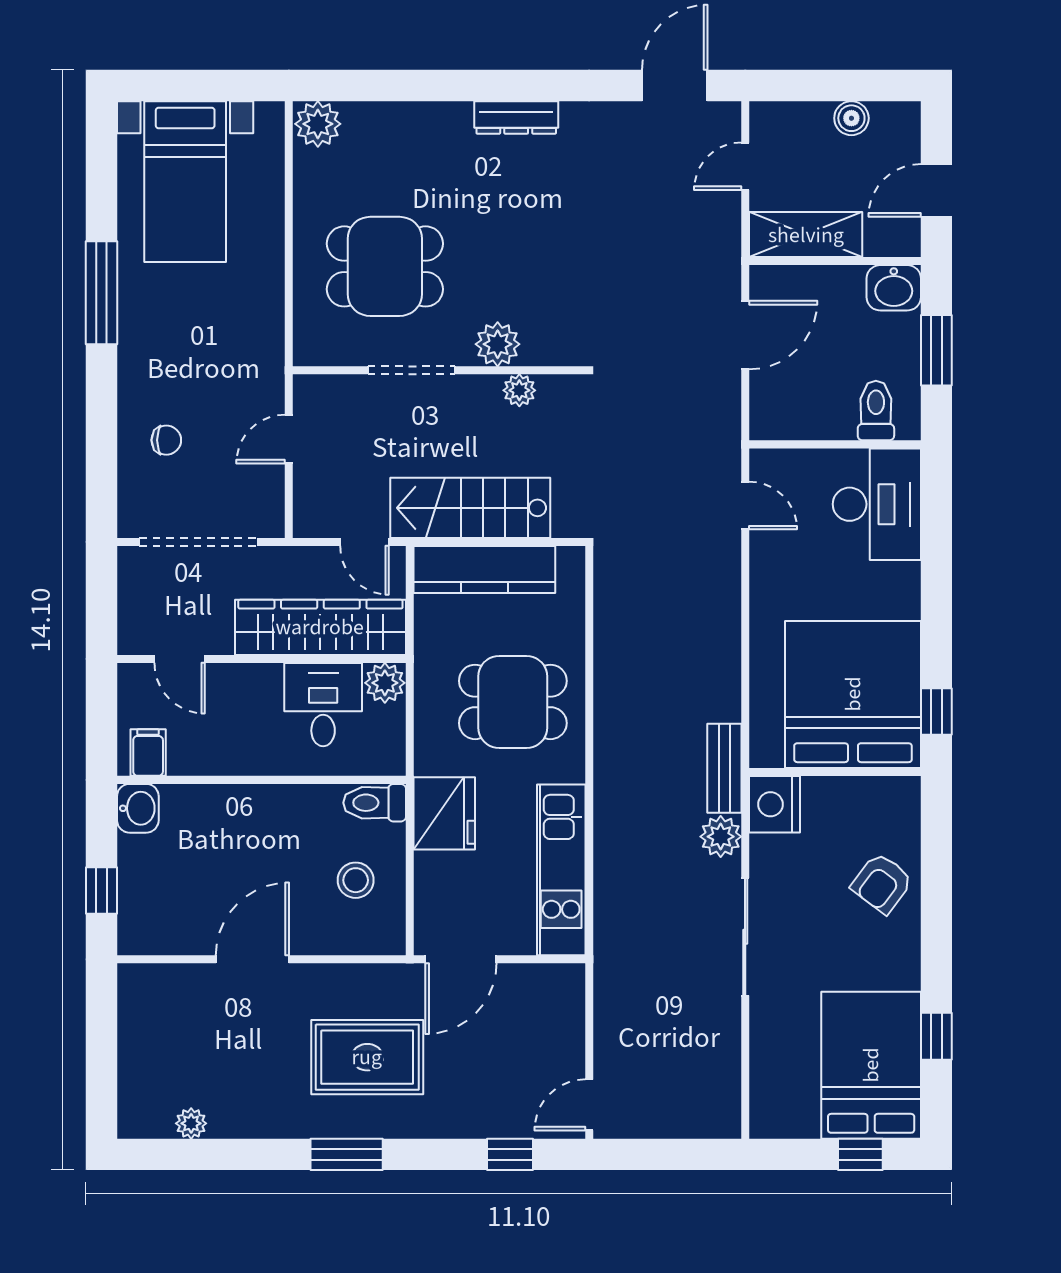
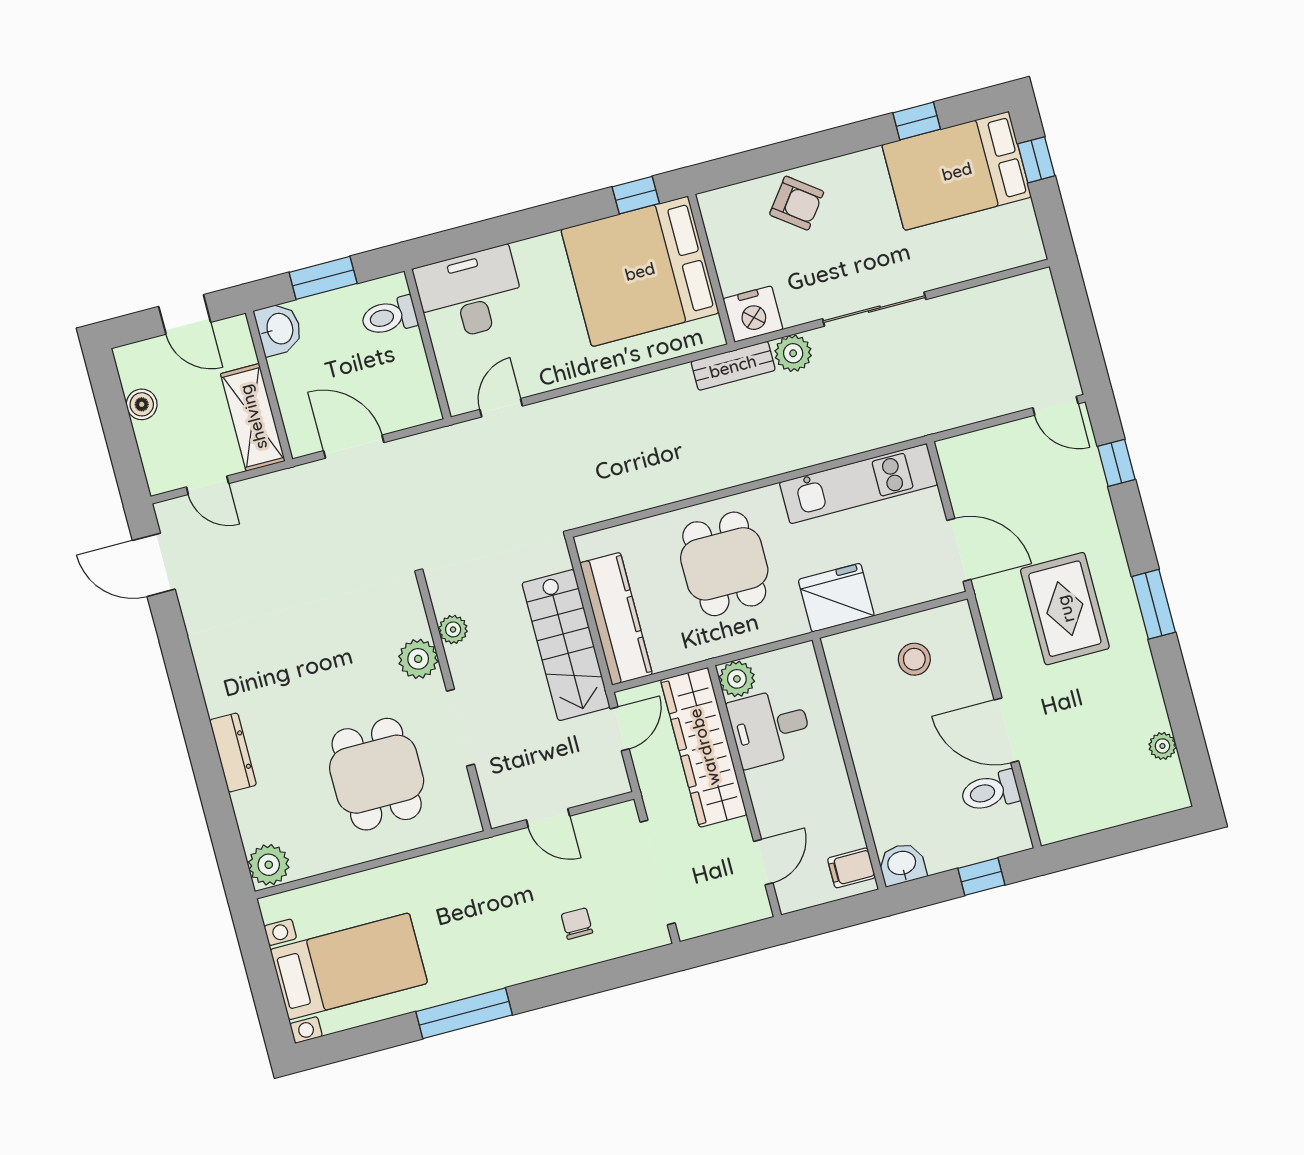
dresser: (516, 117) -> (233, 752), moved
toilet: (375, 803) -> (990, 791), moved, turned 90

